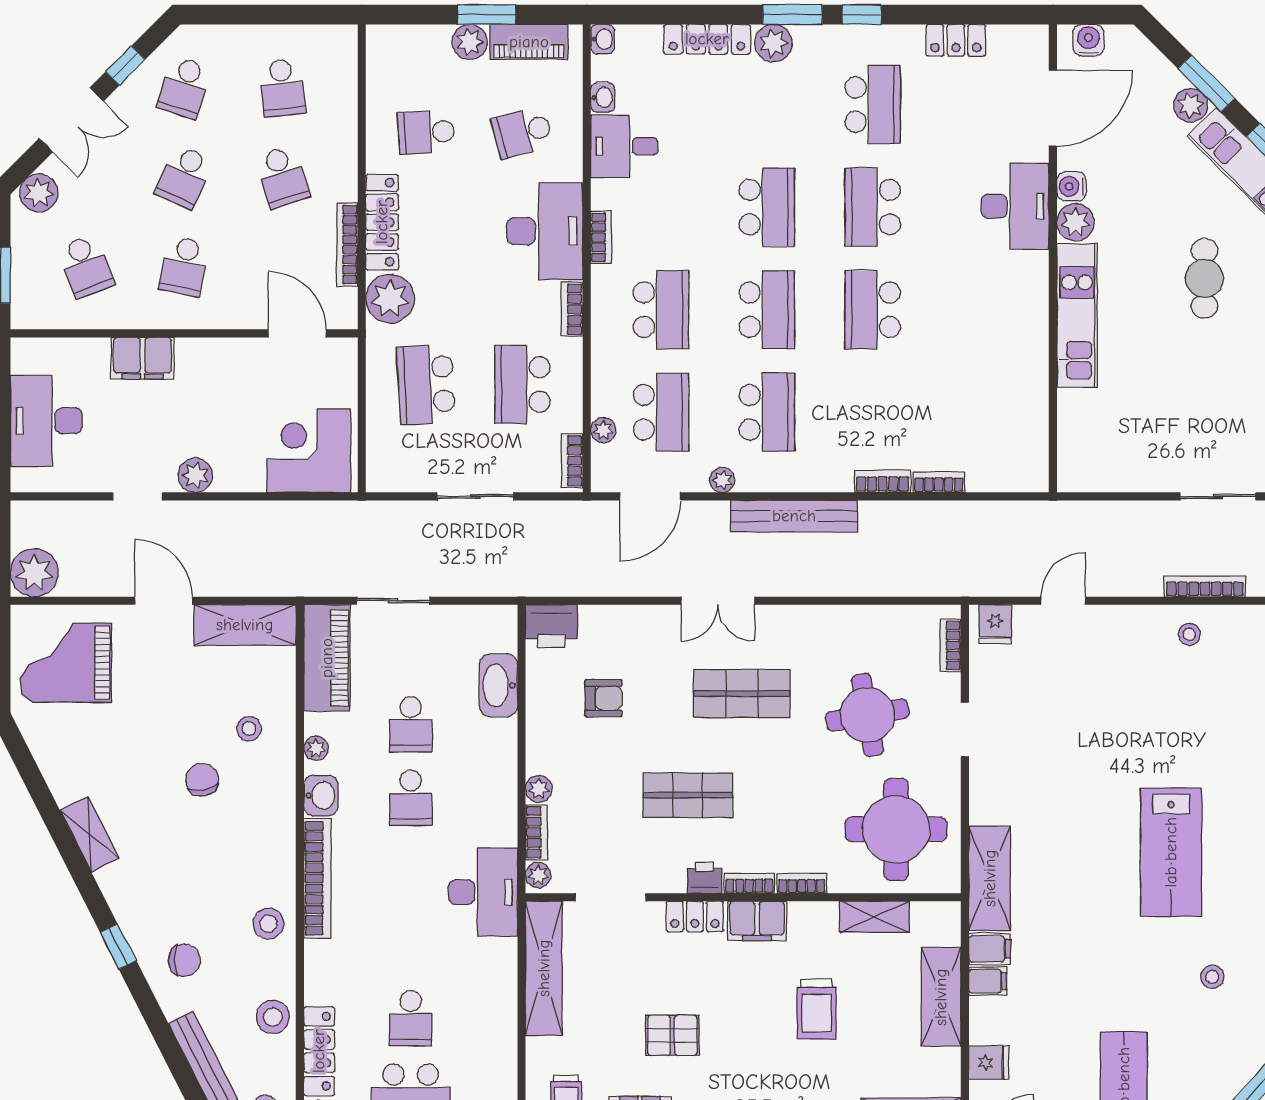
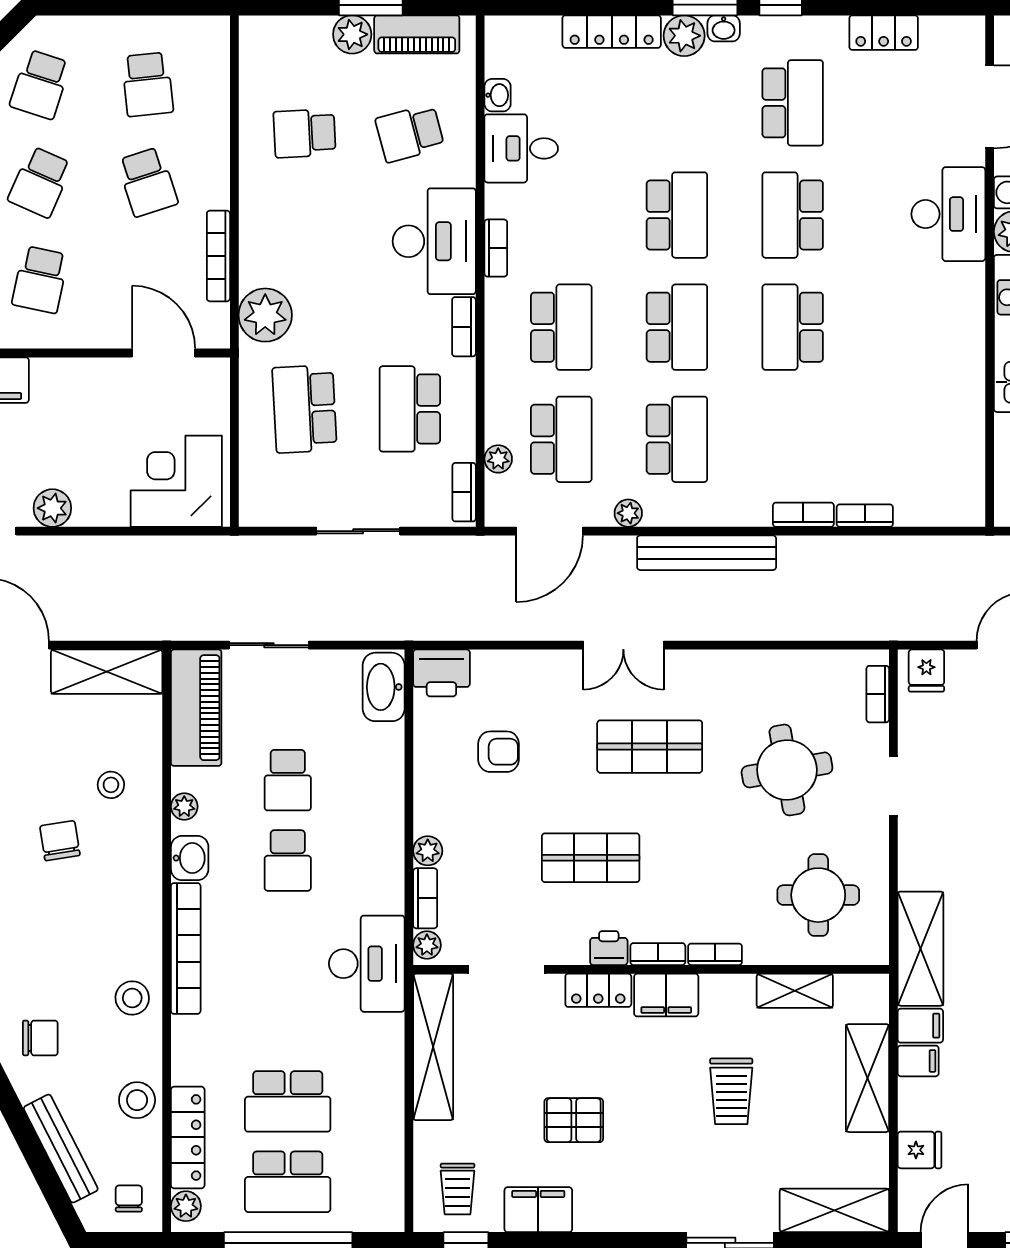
washbasin: (603, 39) -> (724, 28), moved, turned 90
locker: (382, 222) -> (256, 231), removed
washbasin: (498, 685) -> (384, 687), moved
round table: (896, 829) -> (818, 895), width x0.73, depth x0.73
school desk: (411, 1018) -> (288, 1101), width x1.85

